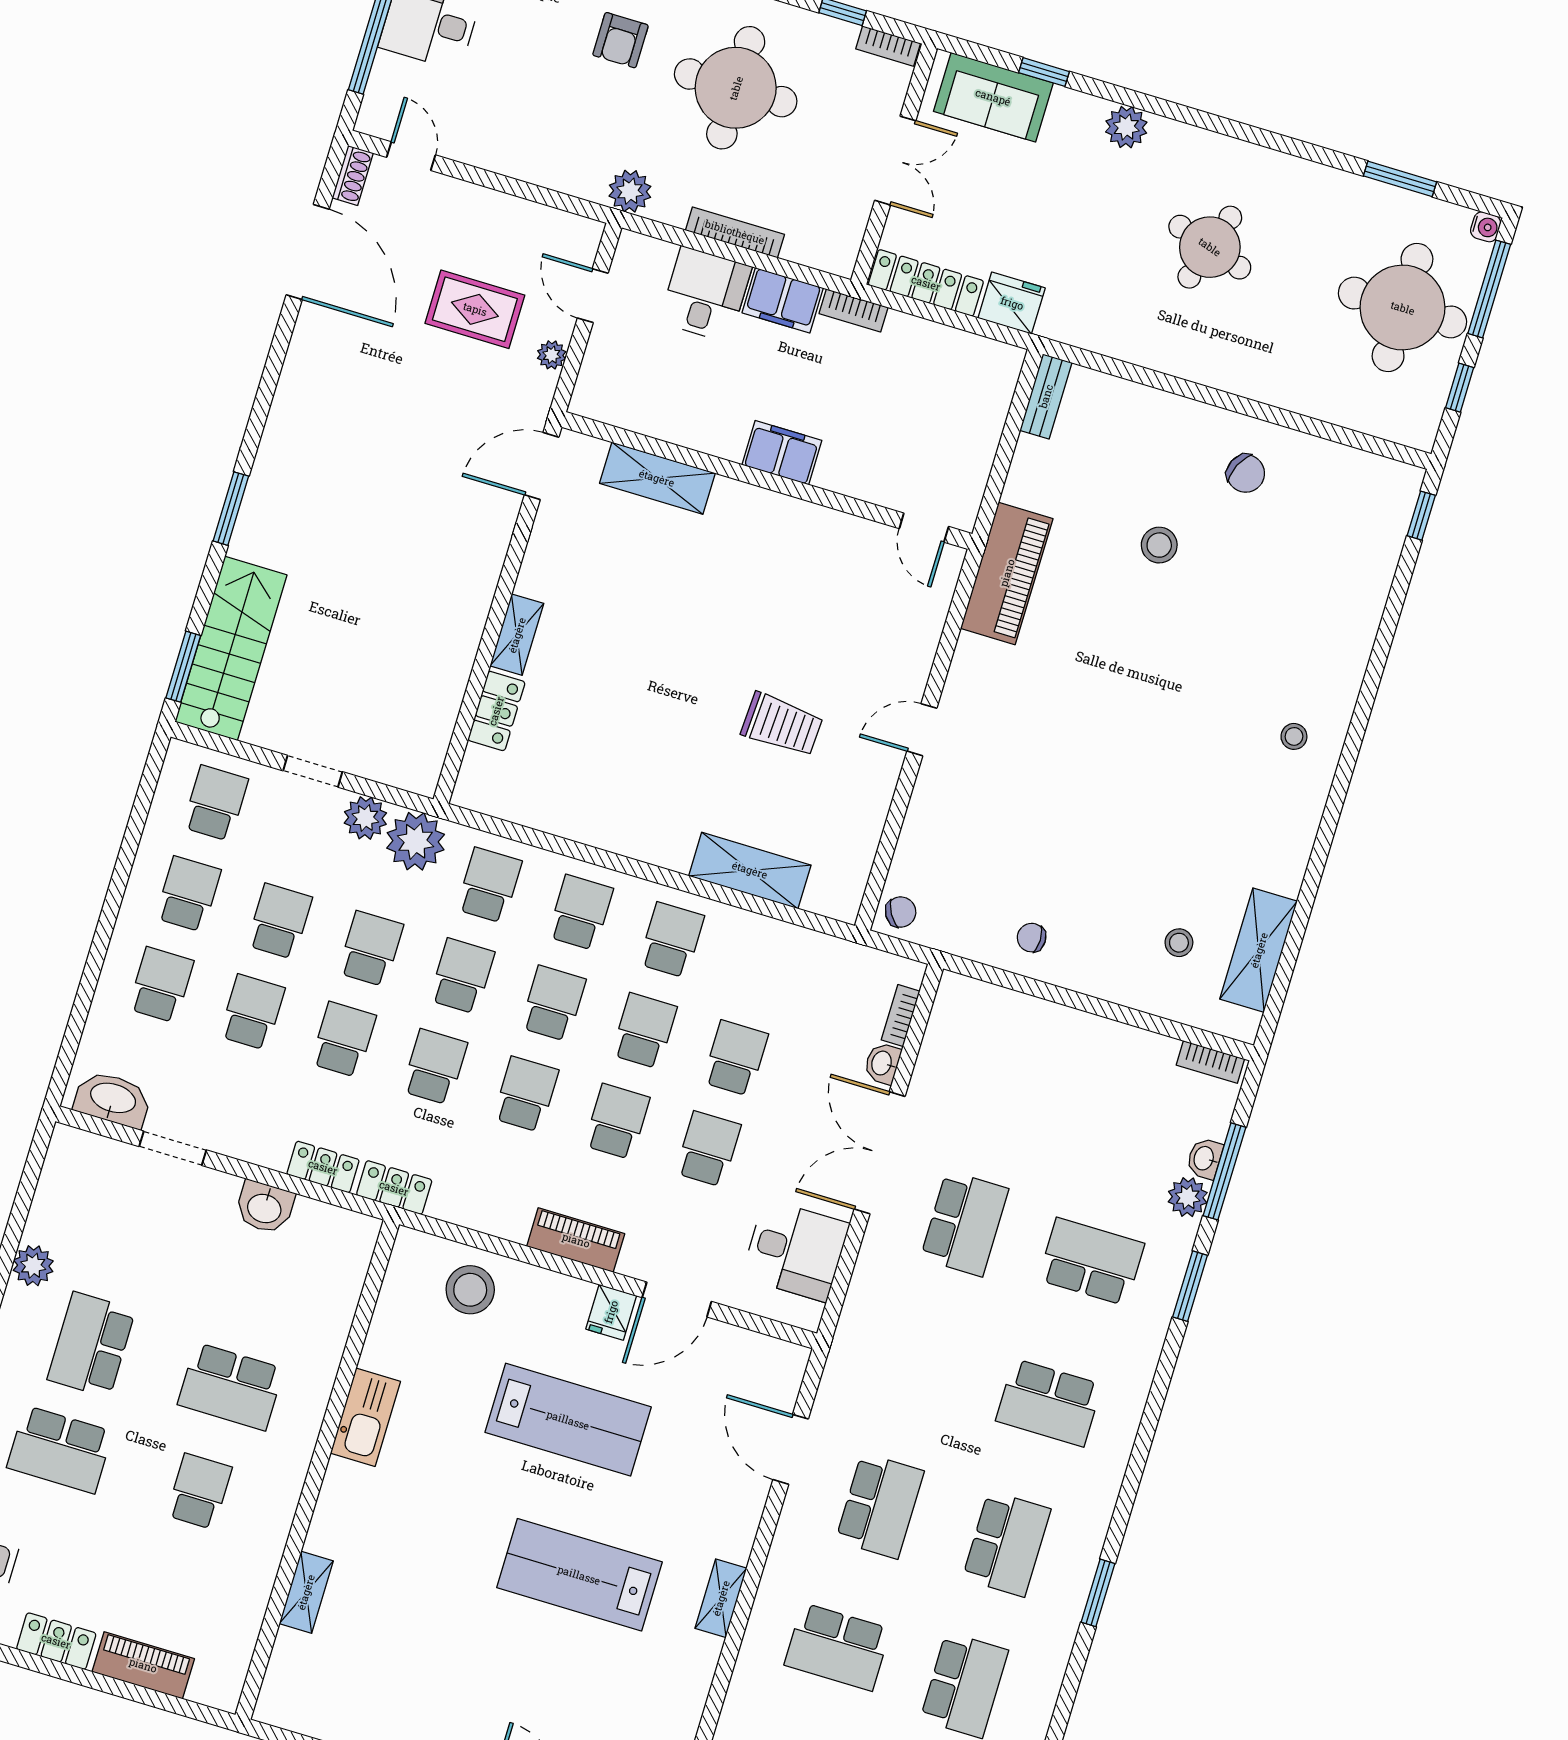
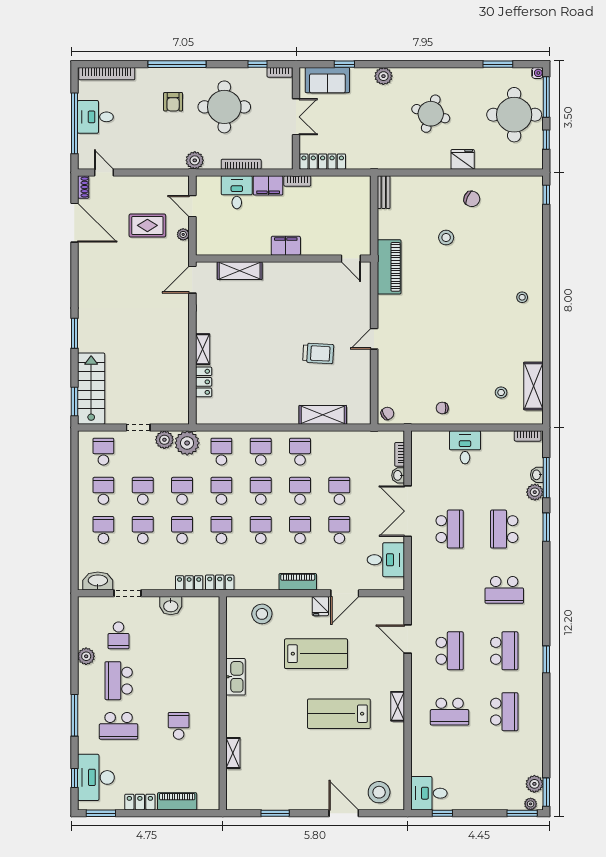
fridge: (1012, 303) -> (463, 159), moved
desk: (1057, 1045) -> (465, 447), added
school desk: (1091, 1262) -> (504, 529), turned -90
school desk: (231, 1387) -> (119, 635), moved, width x0.54

